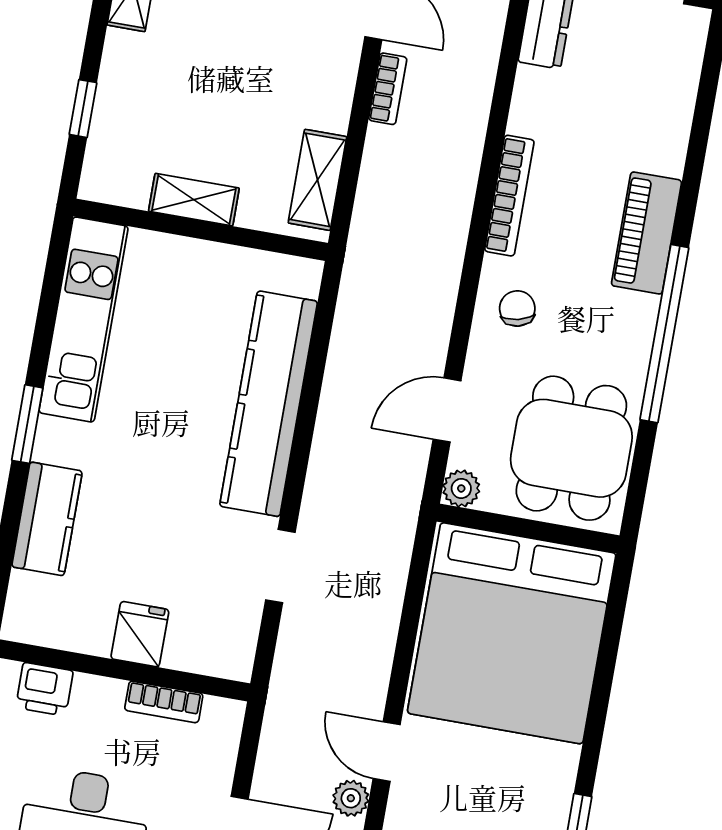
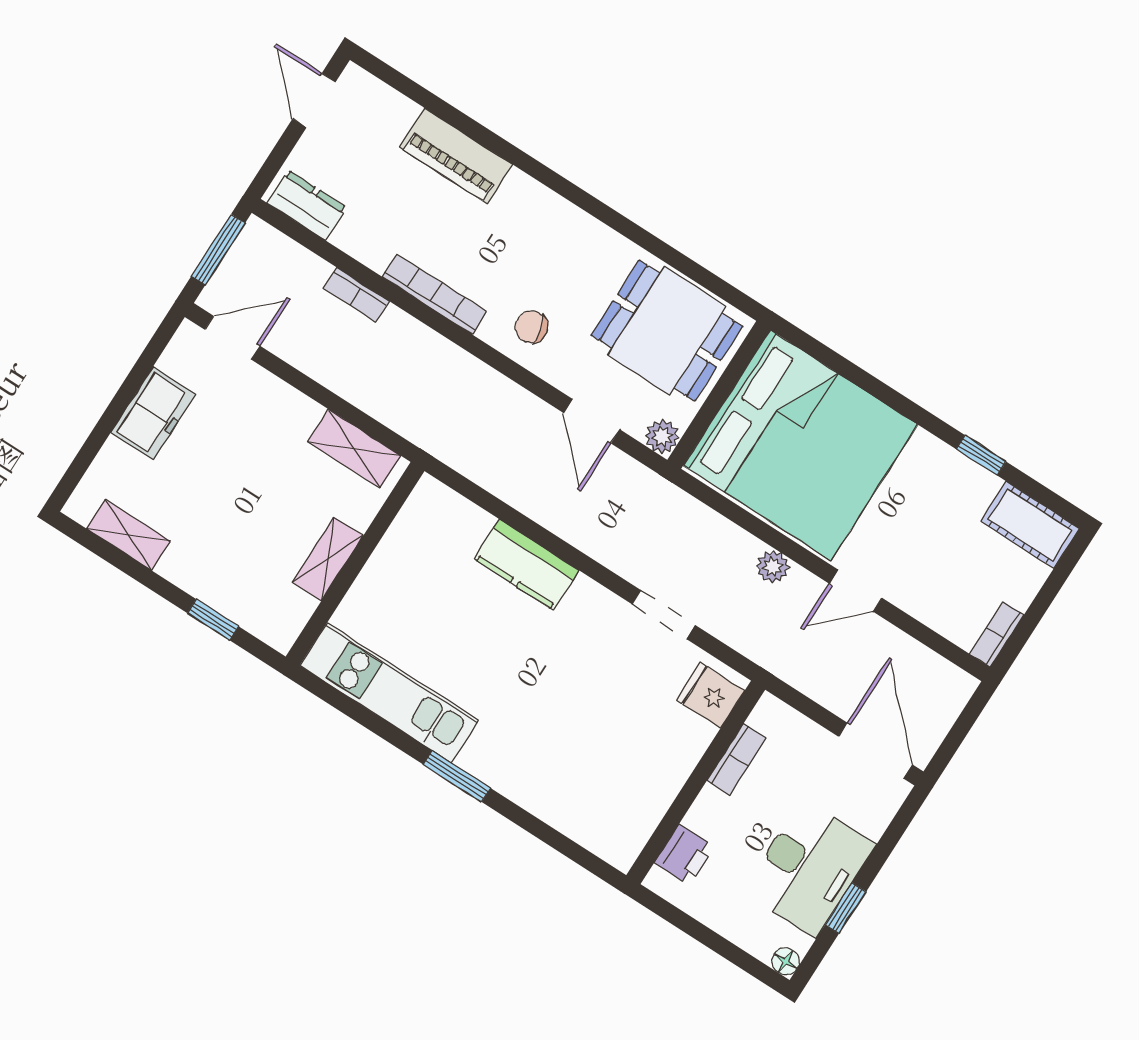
bookcase: (388, 89) -> (356, 295), moved, turned 180
piano: (646, 233) -> (456, 156), moved
window: (664, 334) -> (604, 213), removed
kitchen counter: (269, 404) -> (526, 564), width x0.48, depth x0.86
kitchen counter: (47, 519) -> (543, 793), removed
fridge: (140, 634) -> (710, 695), moved
plant: (351, 798) -> (773, 567), moved

